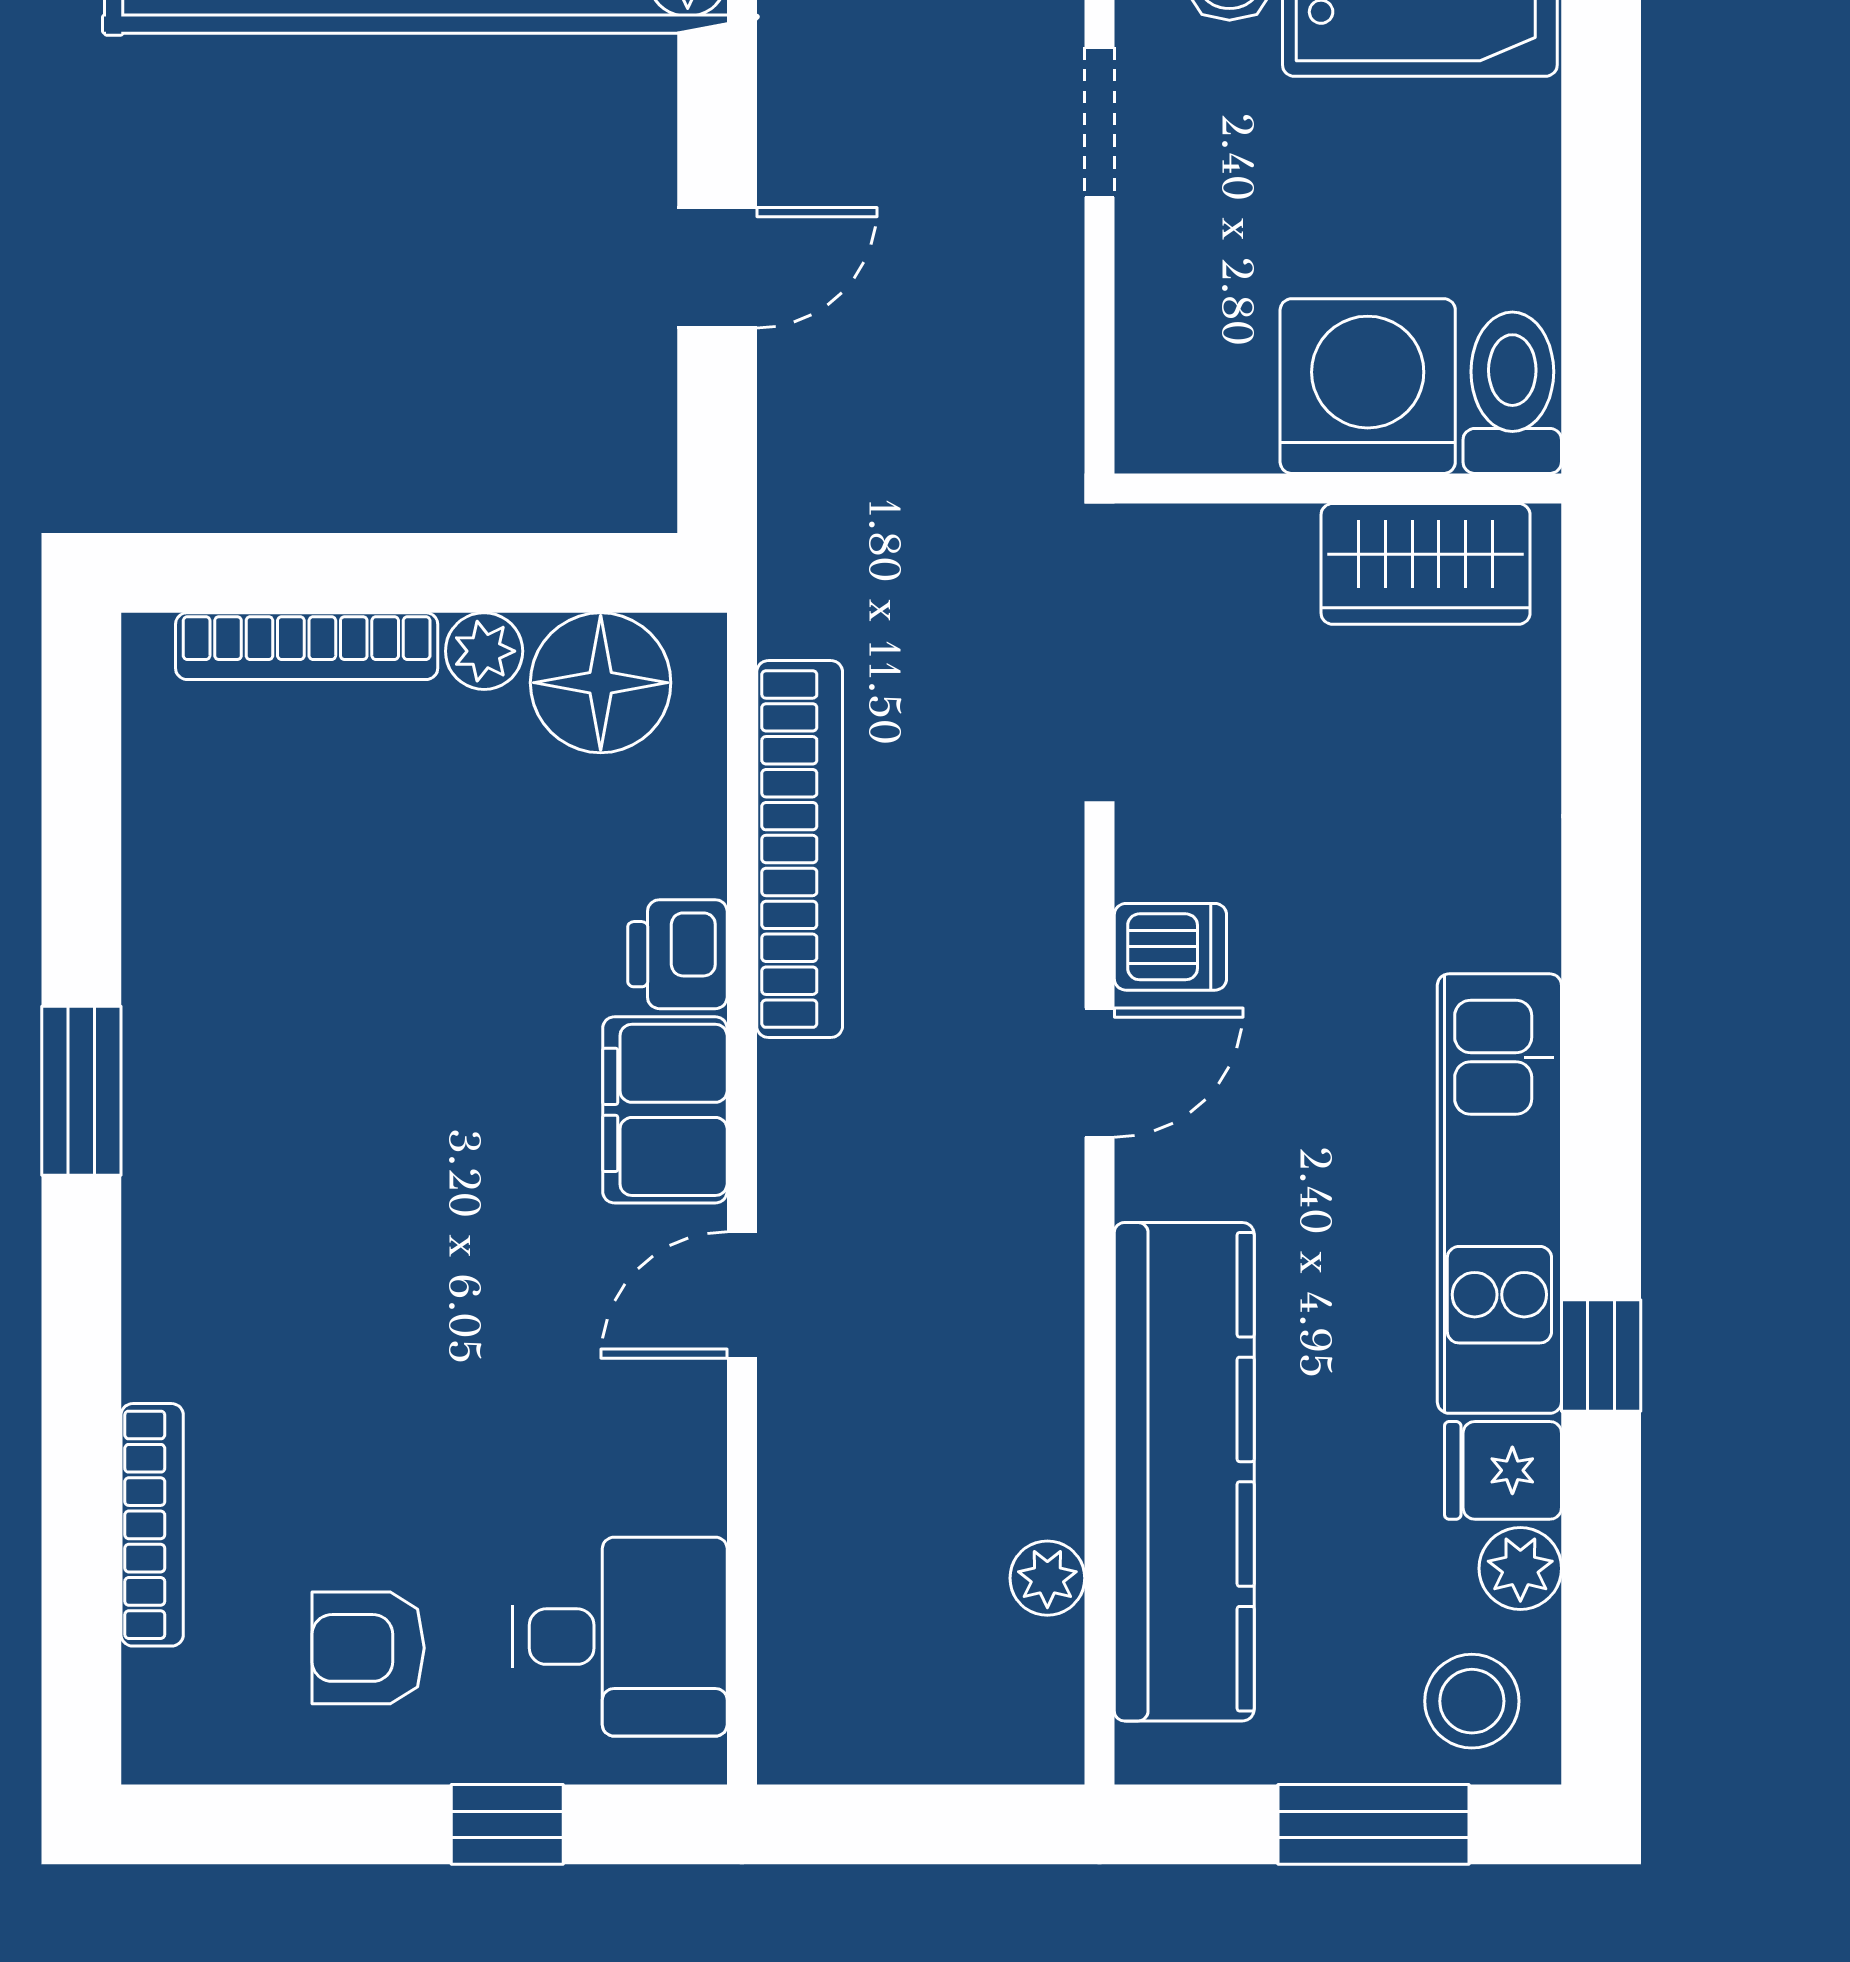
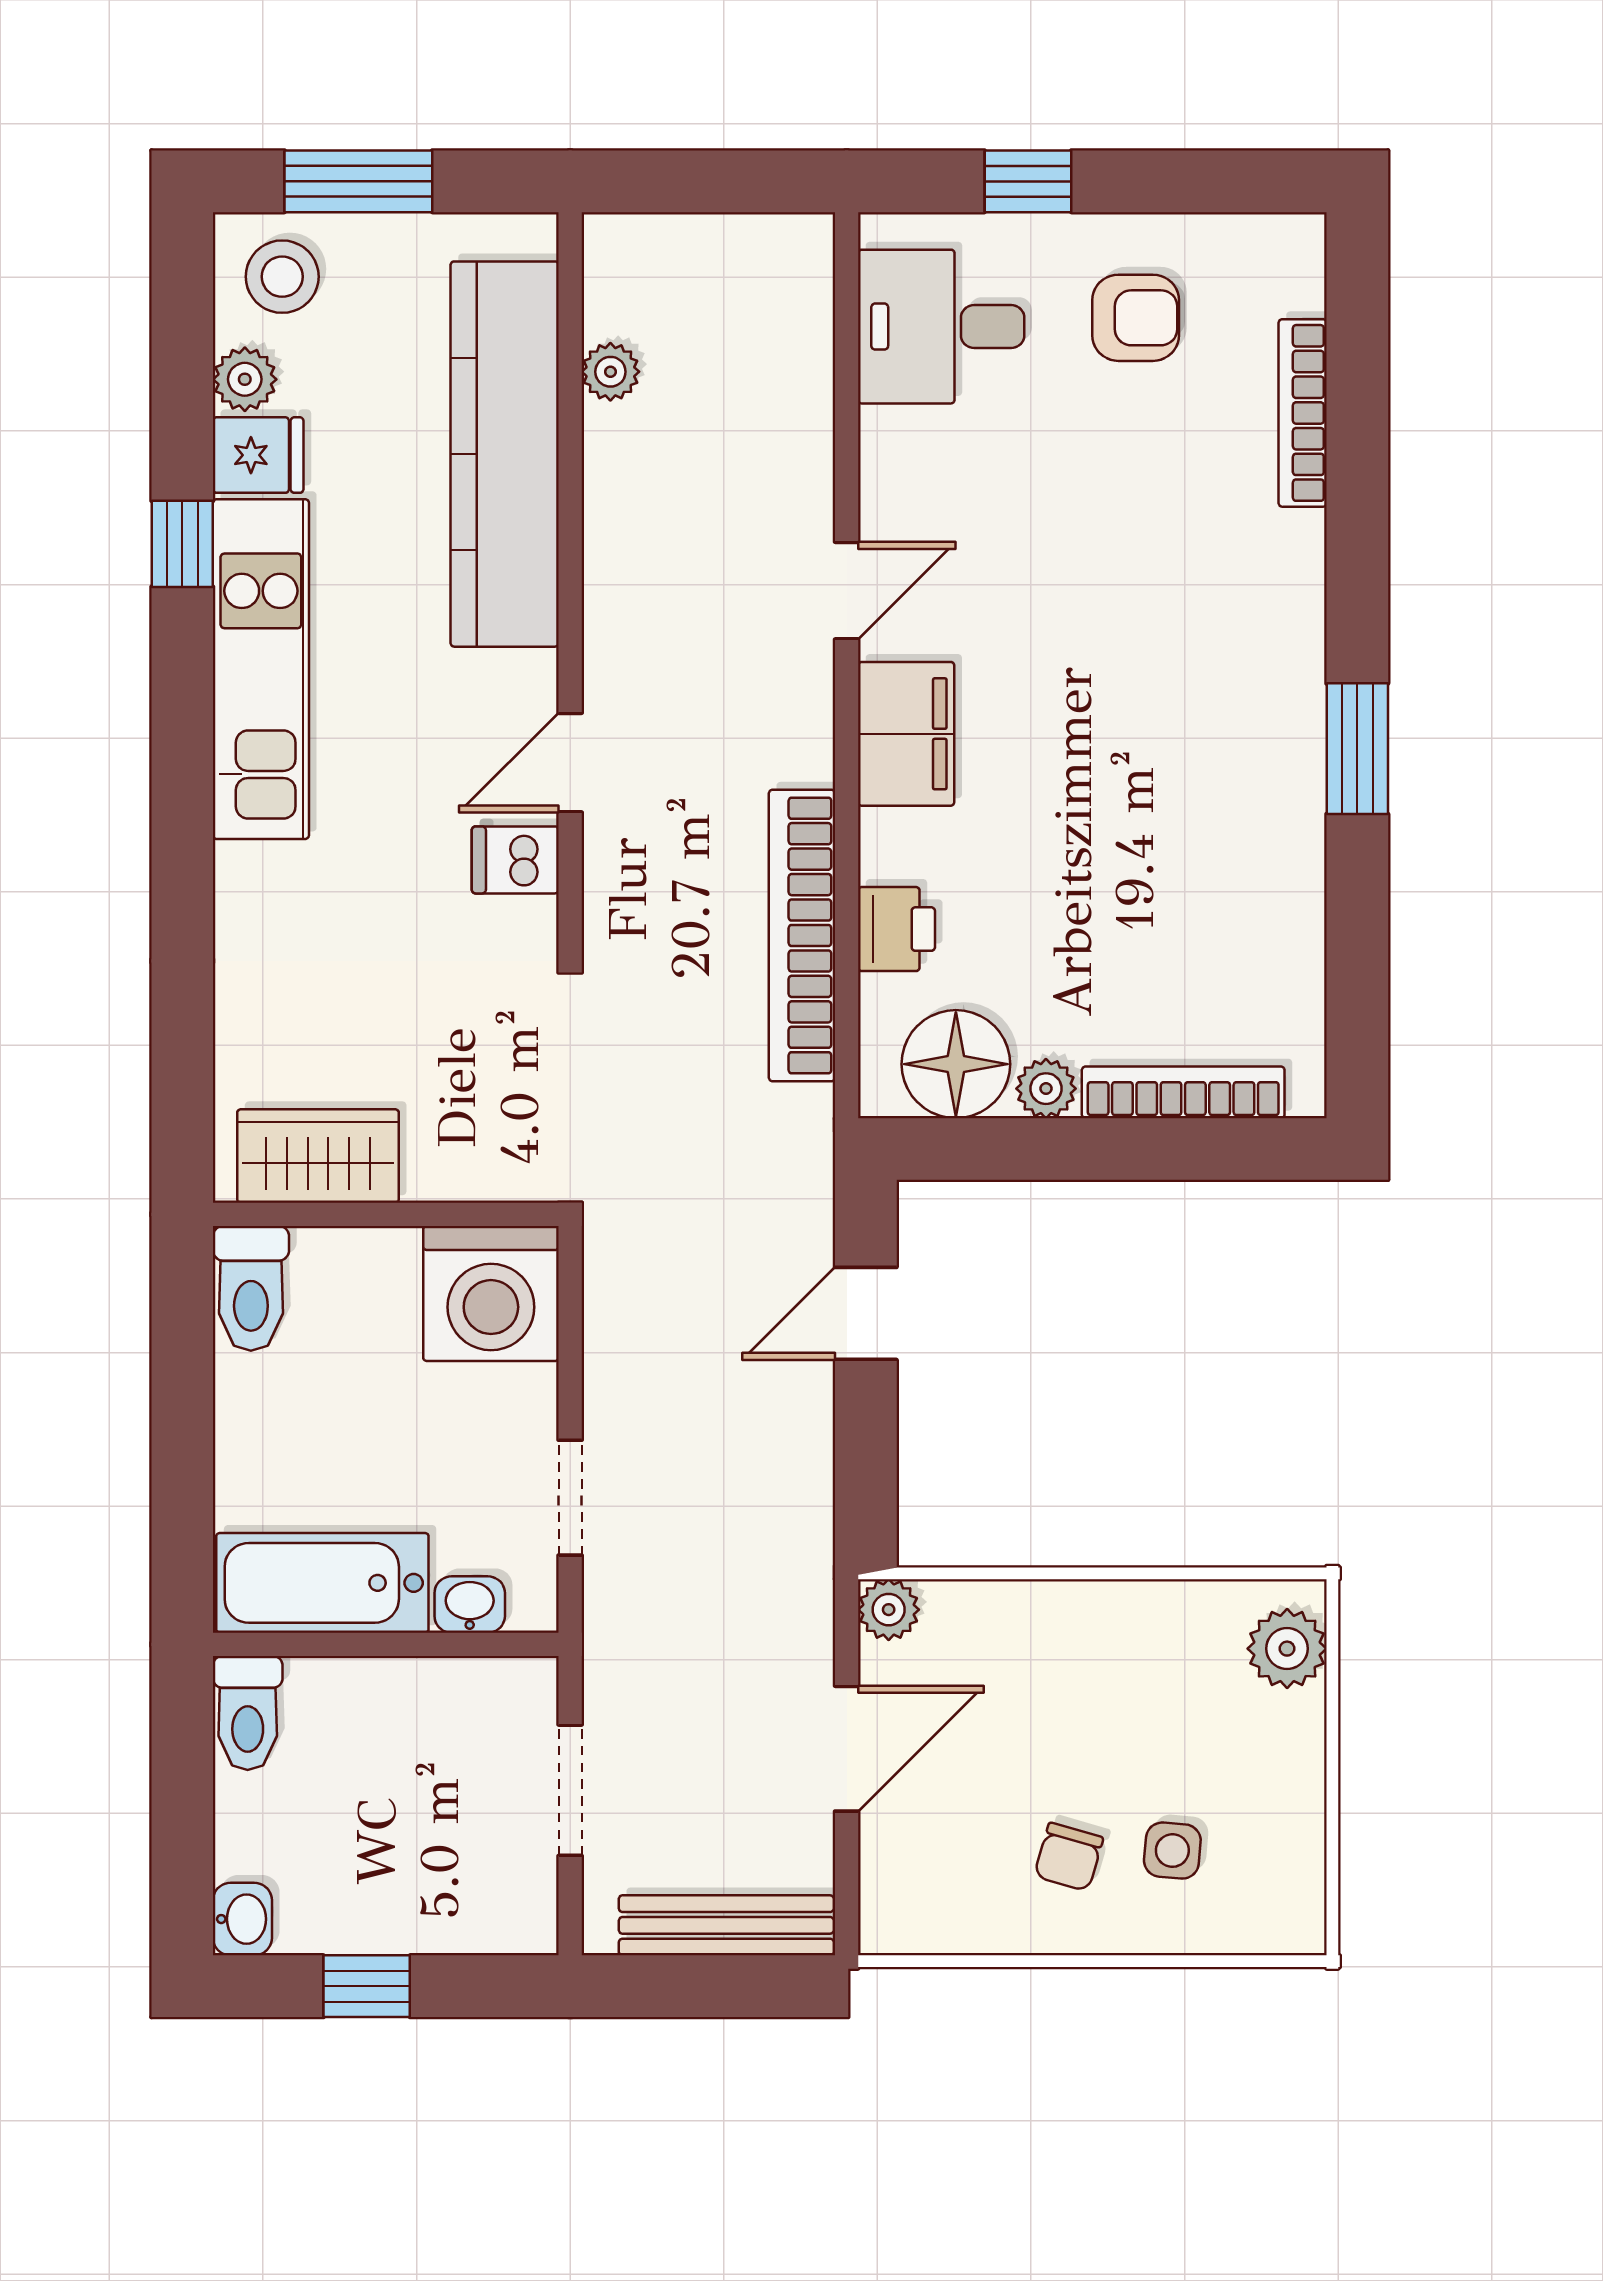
door: (717, 268) -> (866, 1313), moved
washing machine: (1368, 386) -> (491, 1293), moved
printer: (677, 954) -> (896, 929), moved

